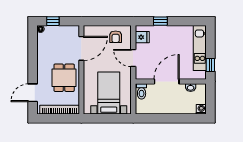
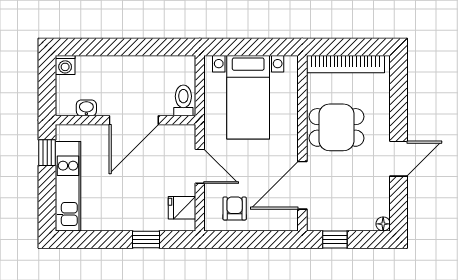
window: (53, 21) -> (335, 239), moved
dining table: (64, 78) -> (336, 127), turned 90
door: (33, 93) -> (399, 159), moved

